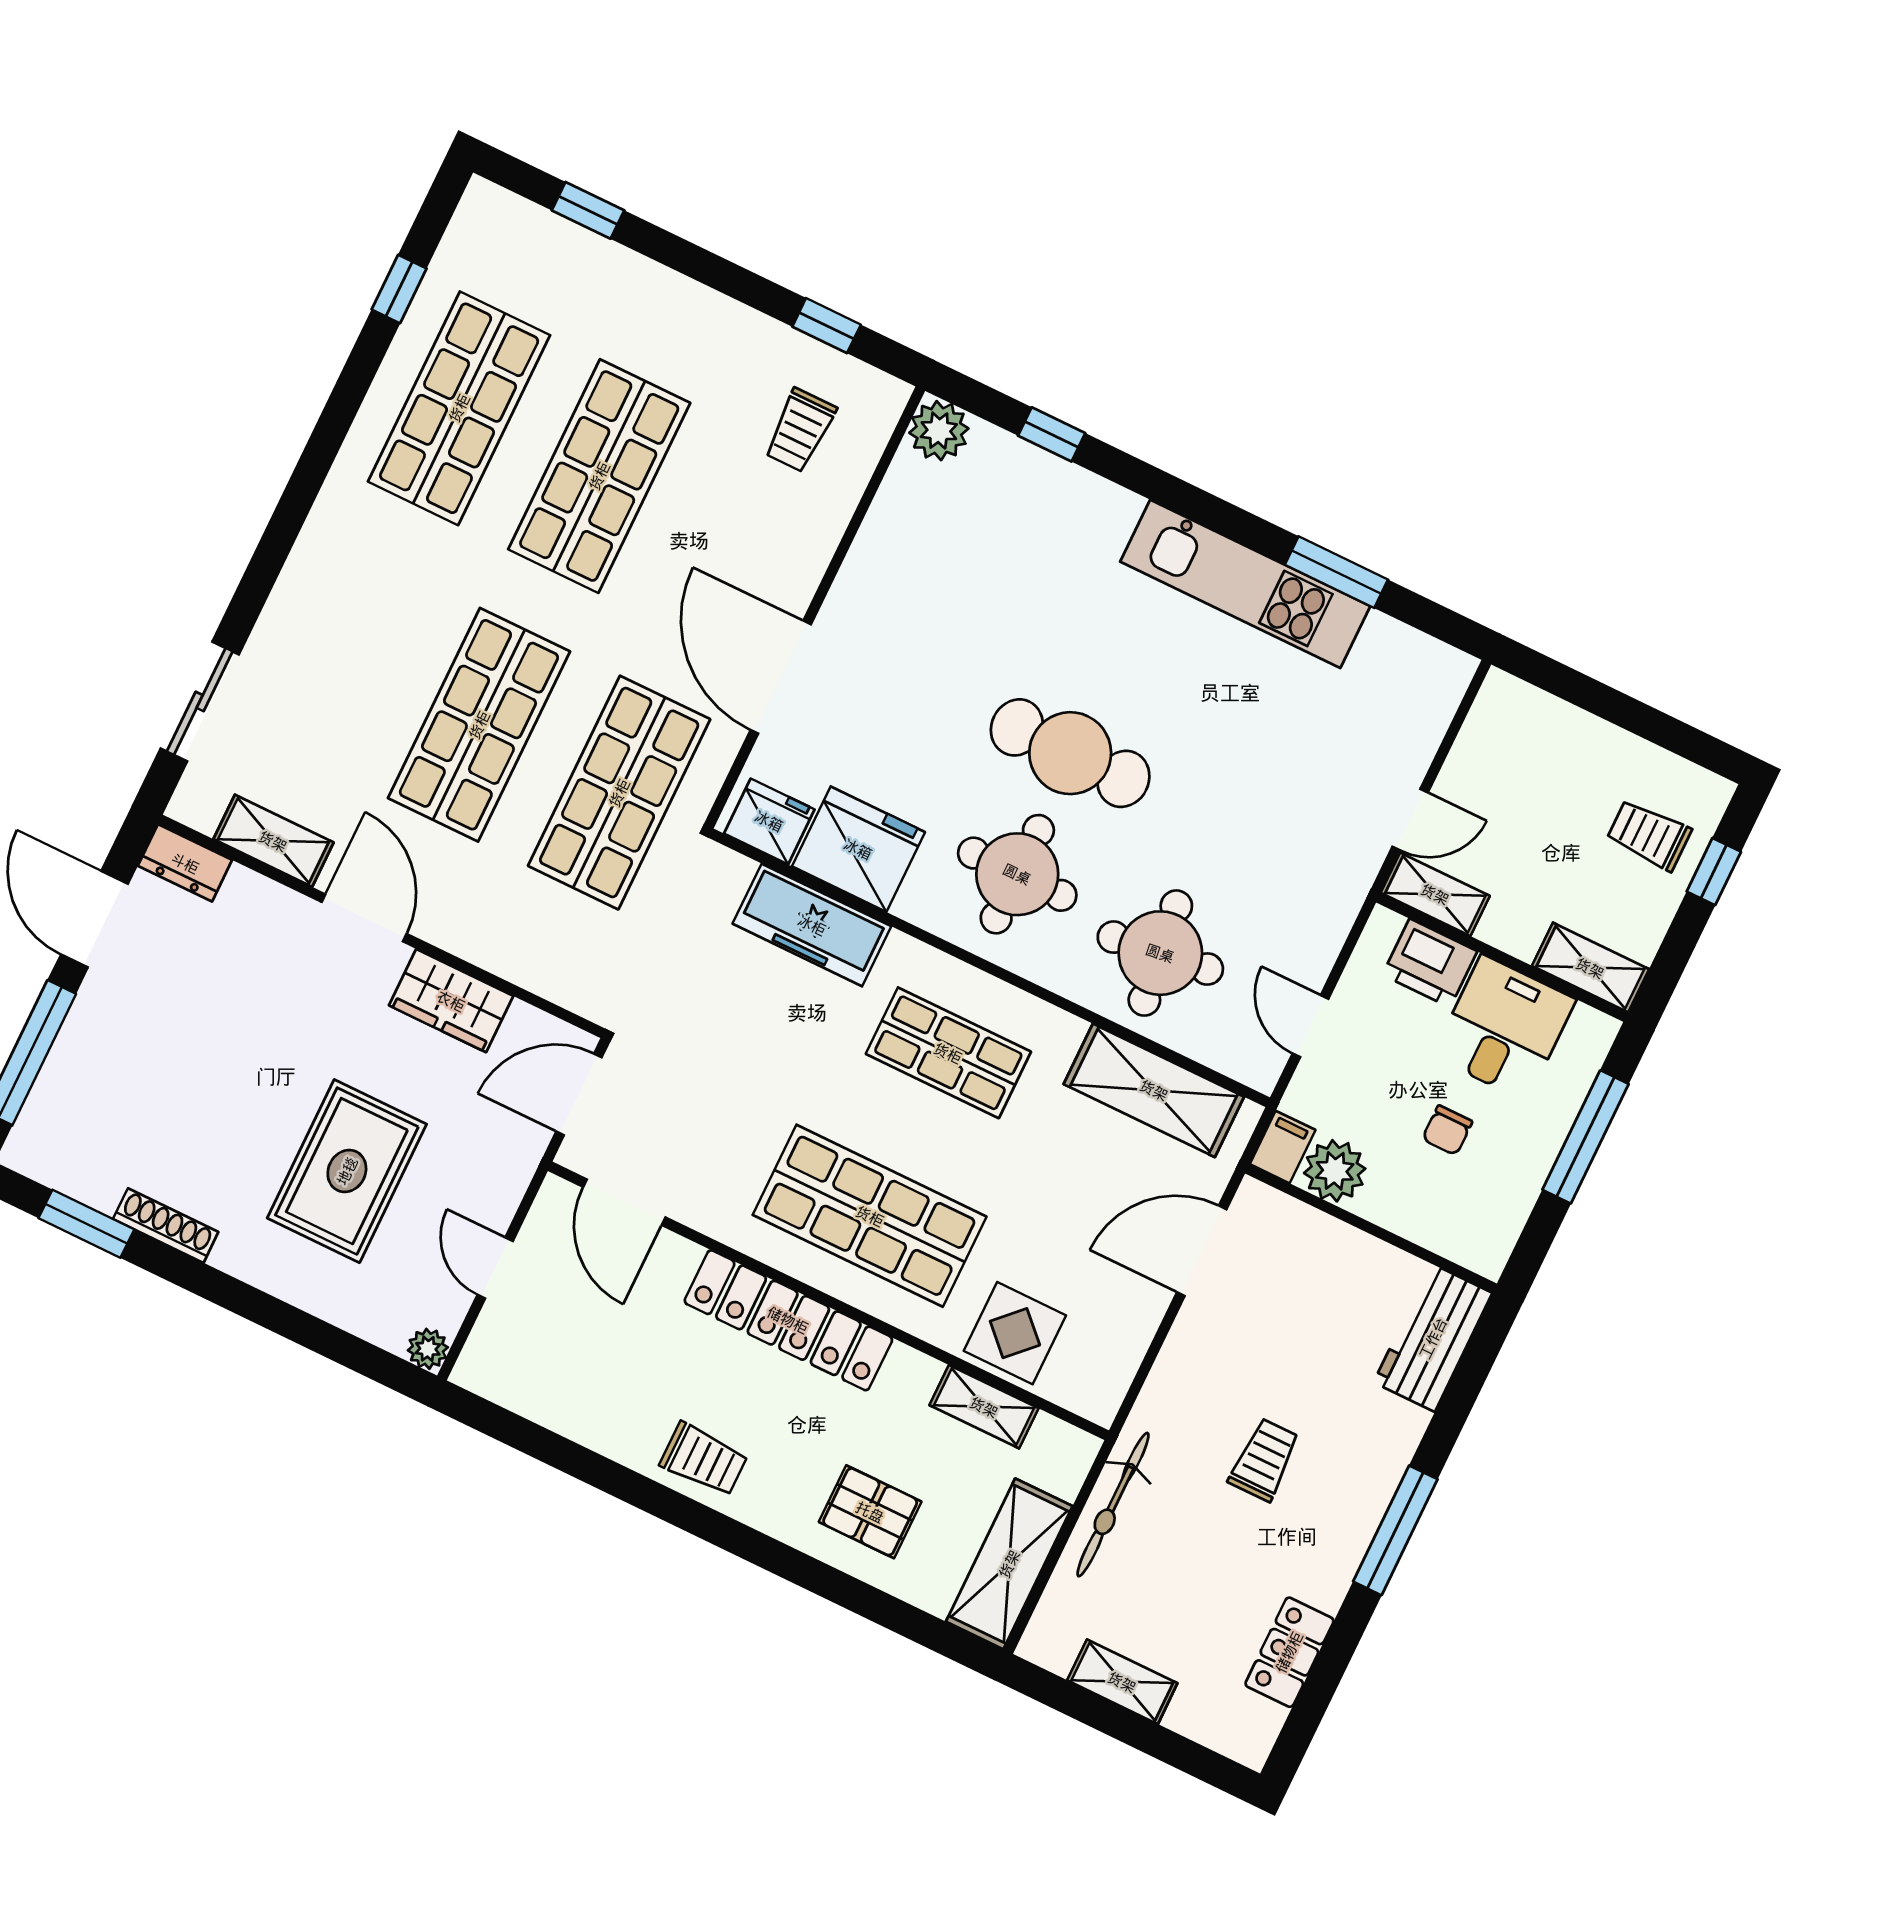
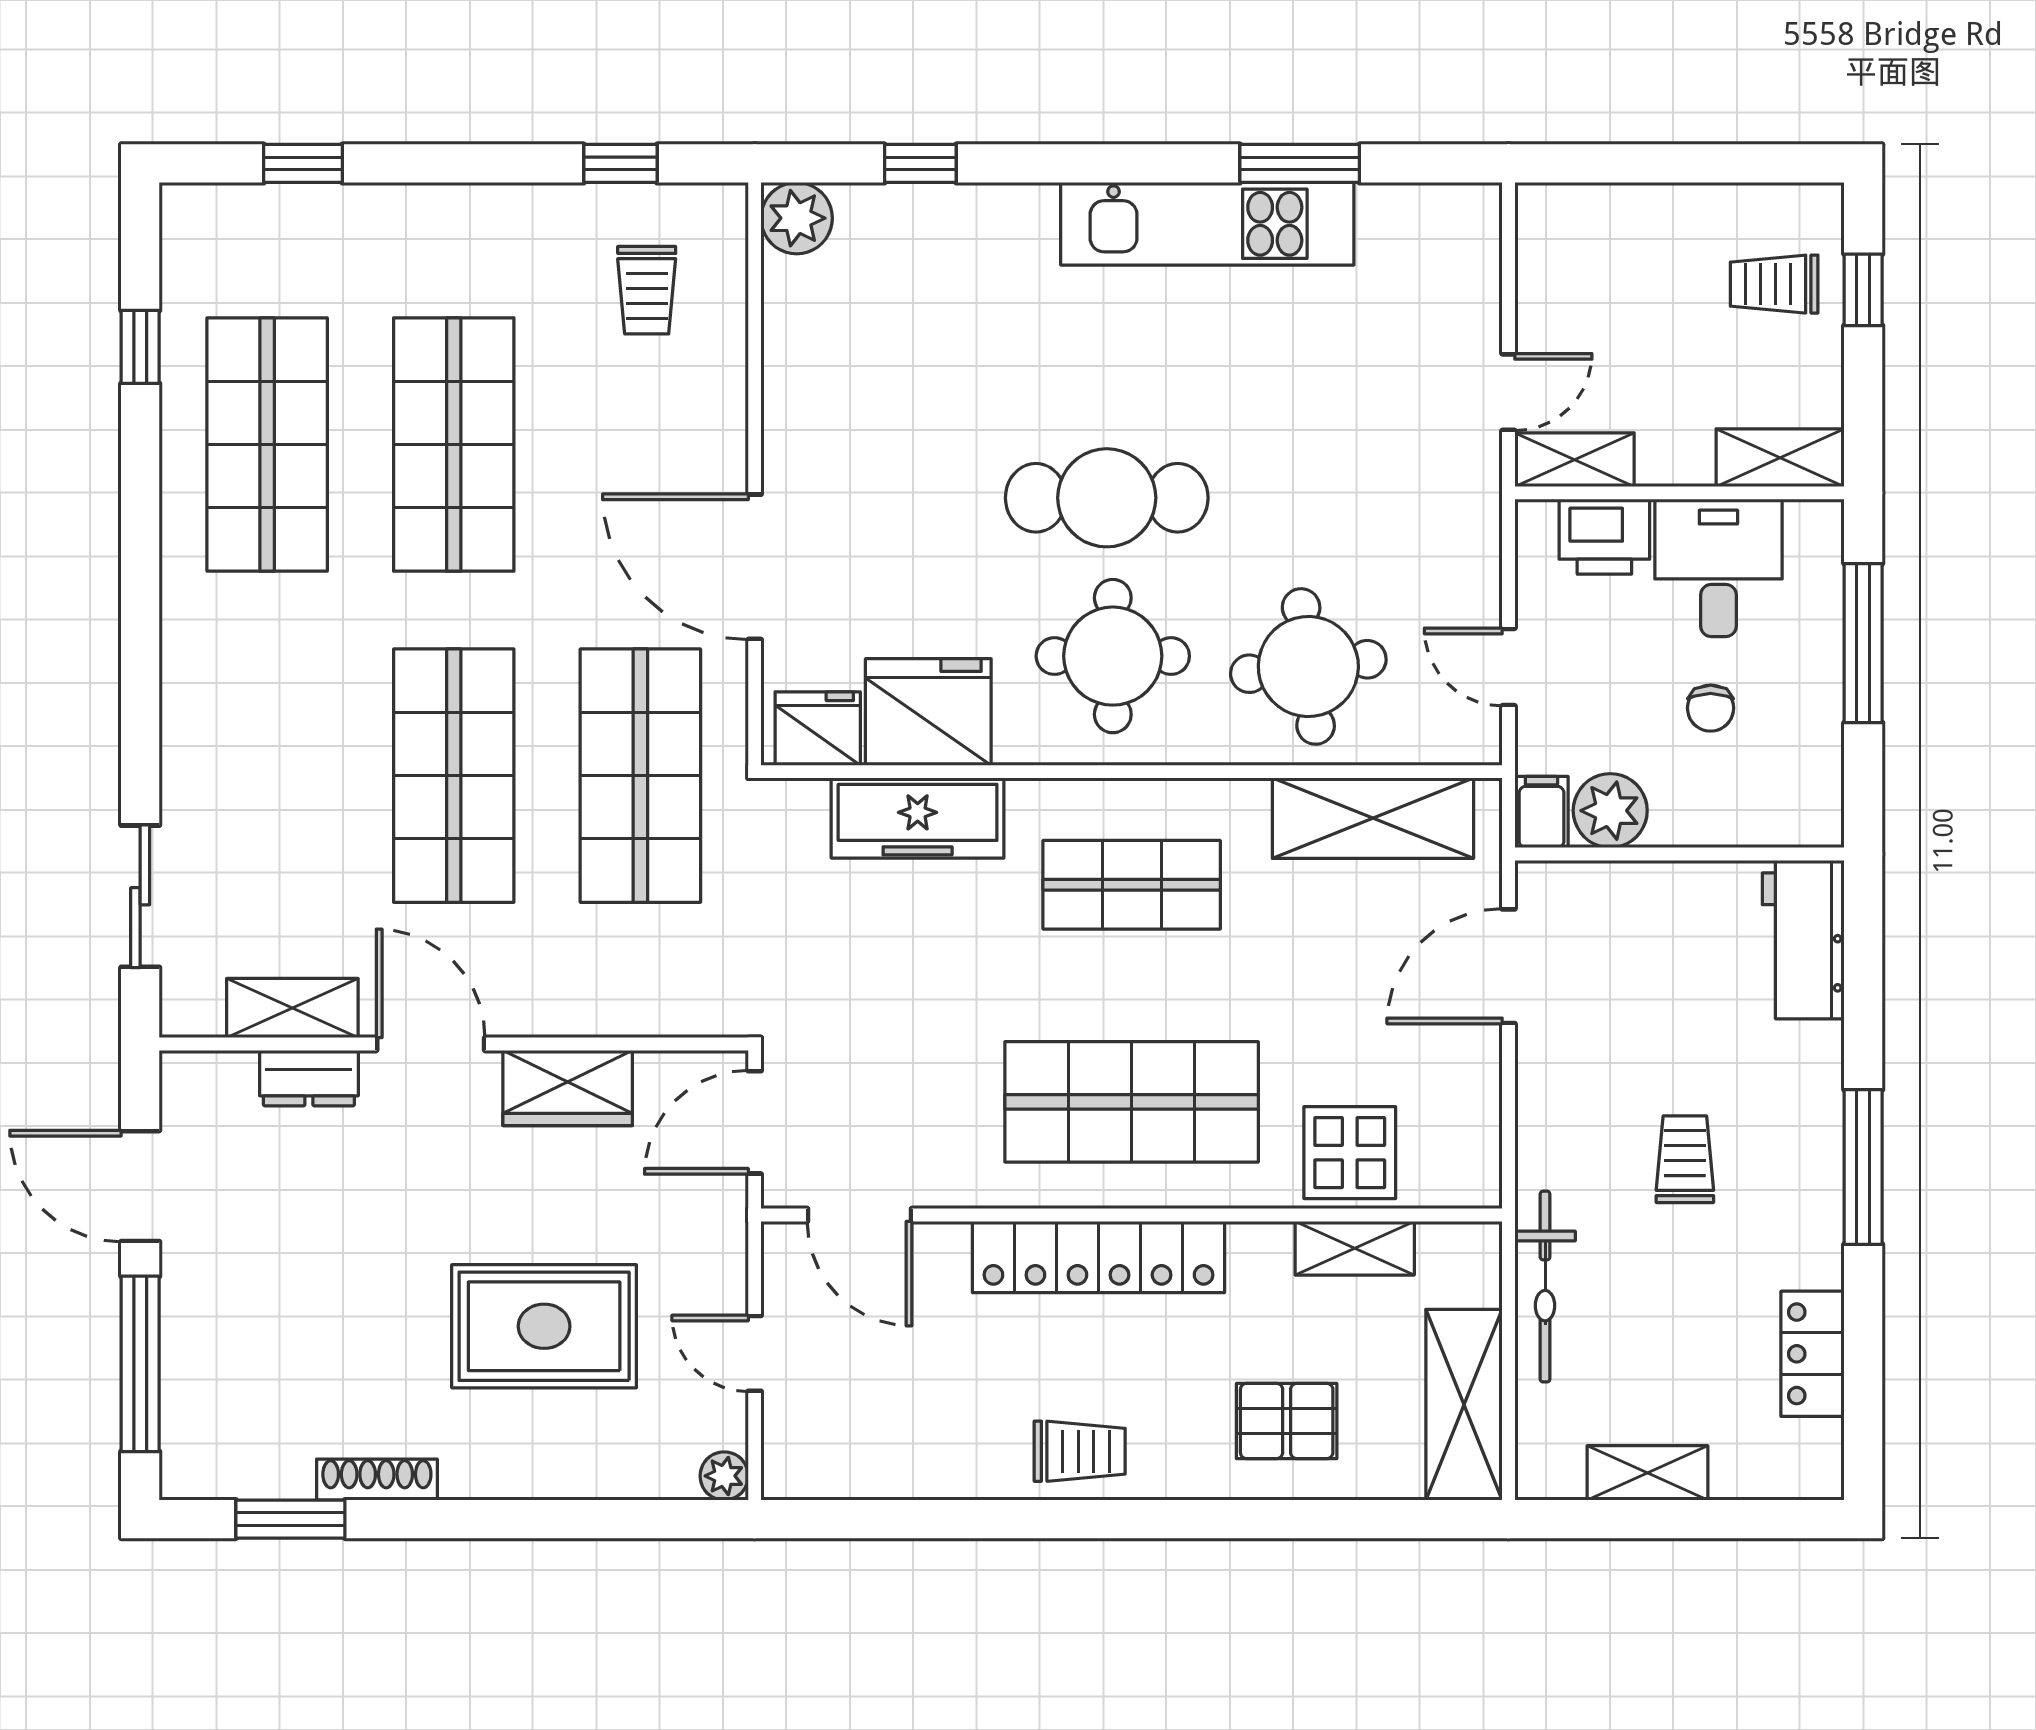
dresser: (185, 863) -> (309, 1078), moved
rug: (347, 1171) -> (544, 1326), turned 90

